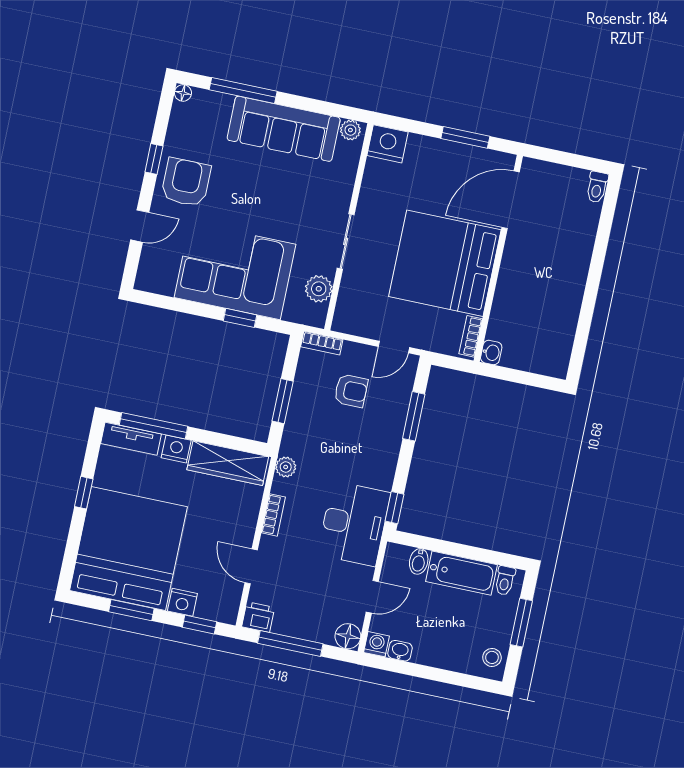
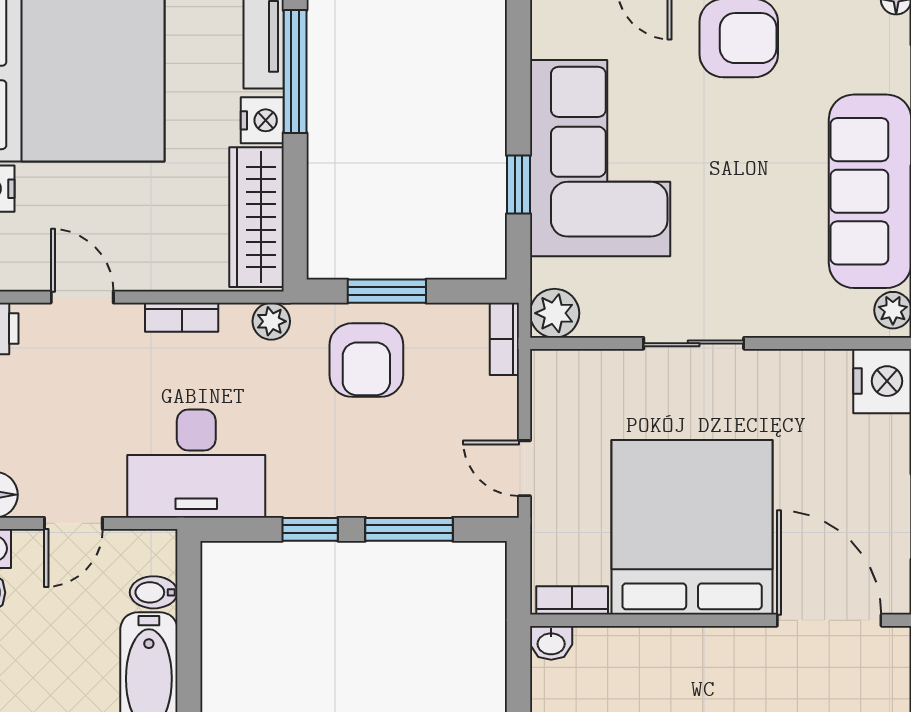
plant: (319, 289) -> (555, 313), moved
armchair: (351, 391) -> (366, 360), moved, width x1.38, depth x1.38
window: (394, 508) -> (310, 529), moved
door: (251, 566) -> (82, 297), hinge flipped
door: (372, 597) -> (73, 523), hinge flipped

